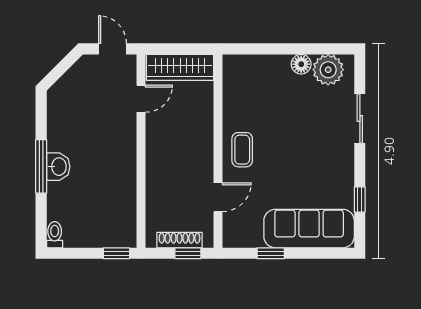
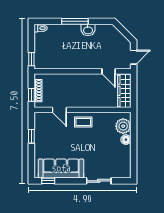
floor lamp: (301, 64) -> (126, 140), moved
plant: (328, 70) -> (123, 126), moved
washbasin: (58, 167) -> (88, 30), moved
window: (360, 199) -> (48, 181), moved
sofa: (309, 229) -> (61, 168), moved, turned -90

